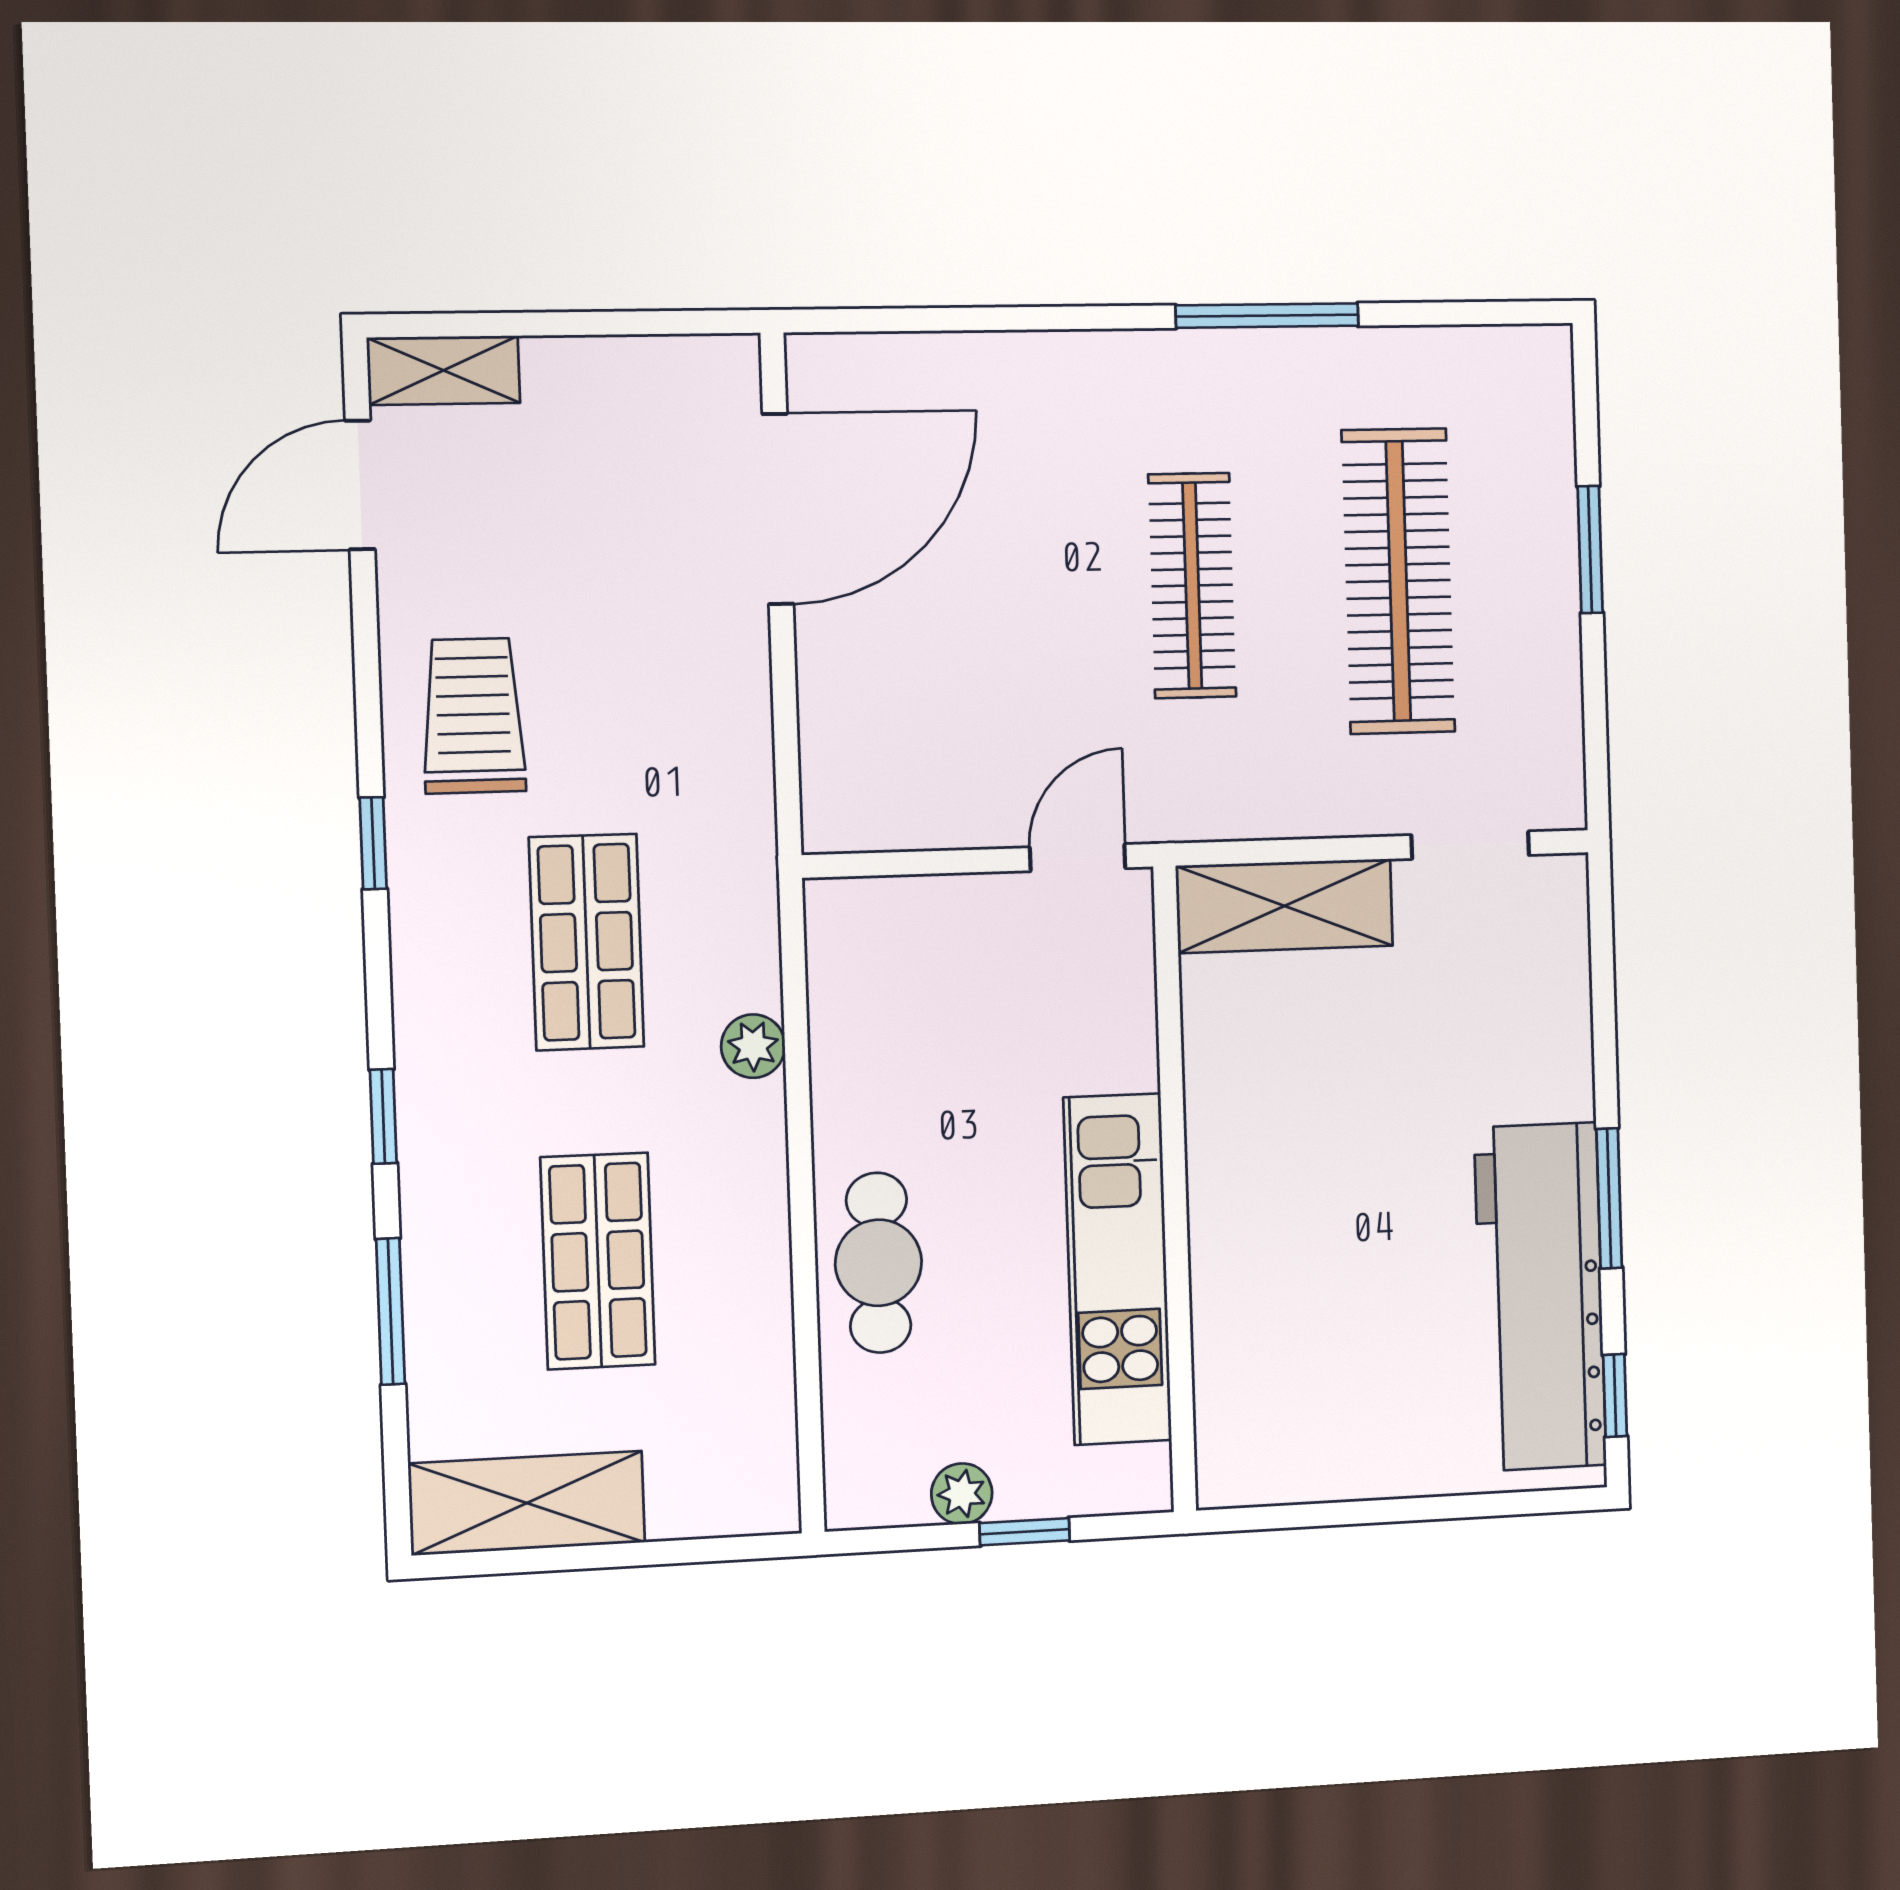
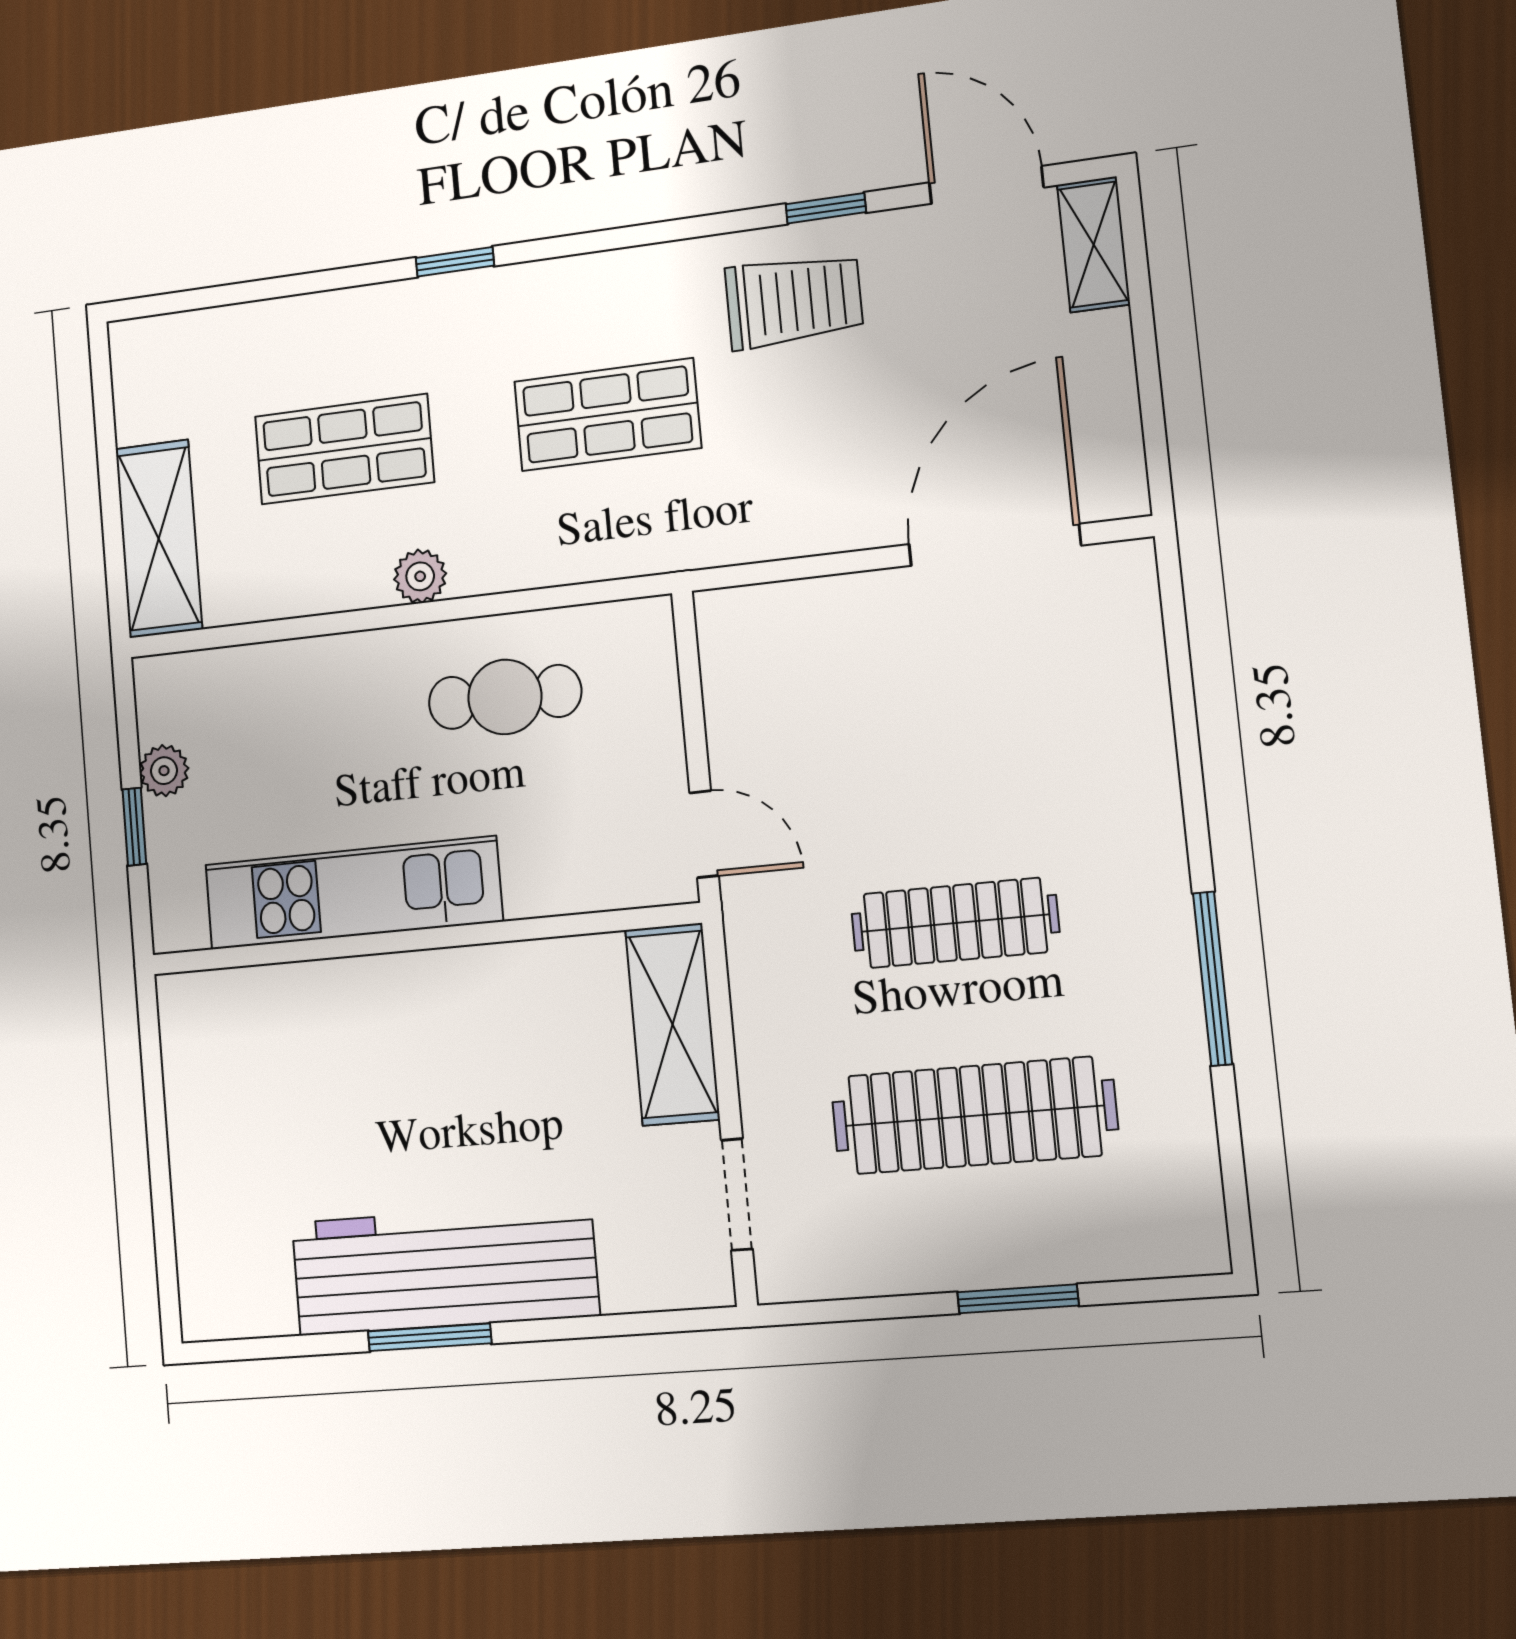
door: (778, 509) -> (995, 545), swing flipped
window: (373, 843) -> (826, 208), moved
plant: (753, 1046) -> (420, 576), moved
cafe table: (878, 1263) -> (505, 697), moved
workbench: (1540, 1297) -> (444, 1269), moved
window: (390, 1311) -> (298, 284), removed
window: (1615, 1396) -> (260, 1348), removed
shelving: (527, 1503) -> (159, 539), moved

